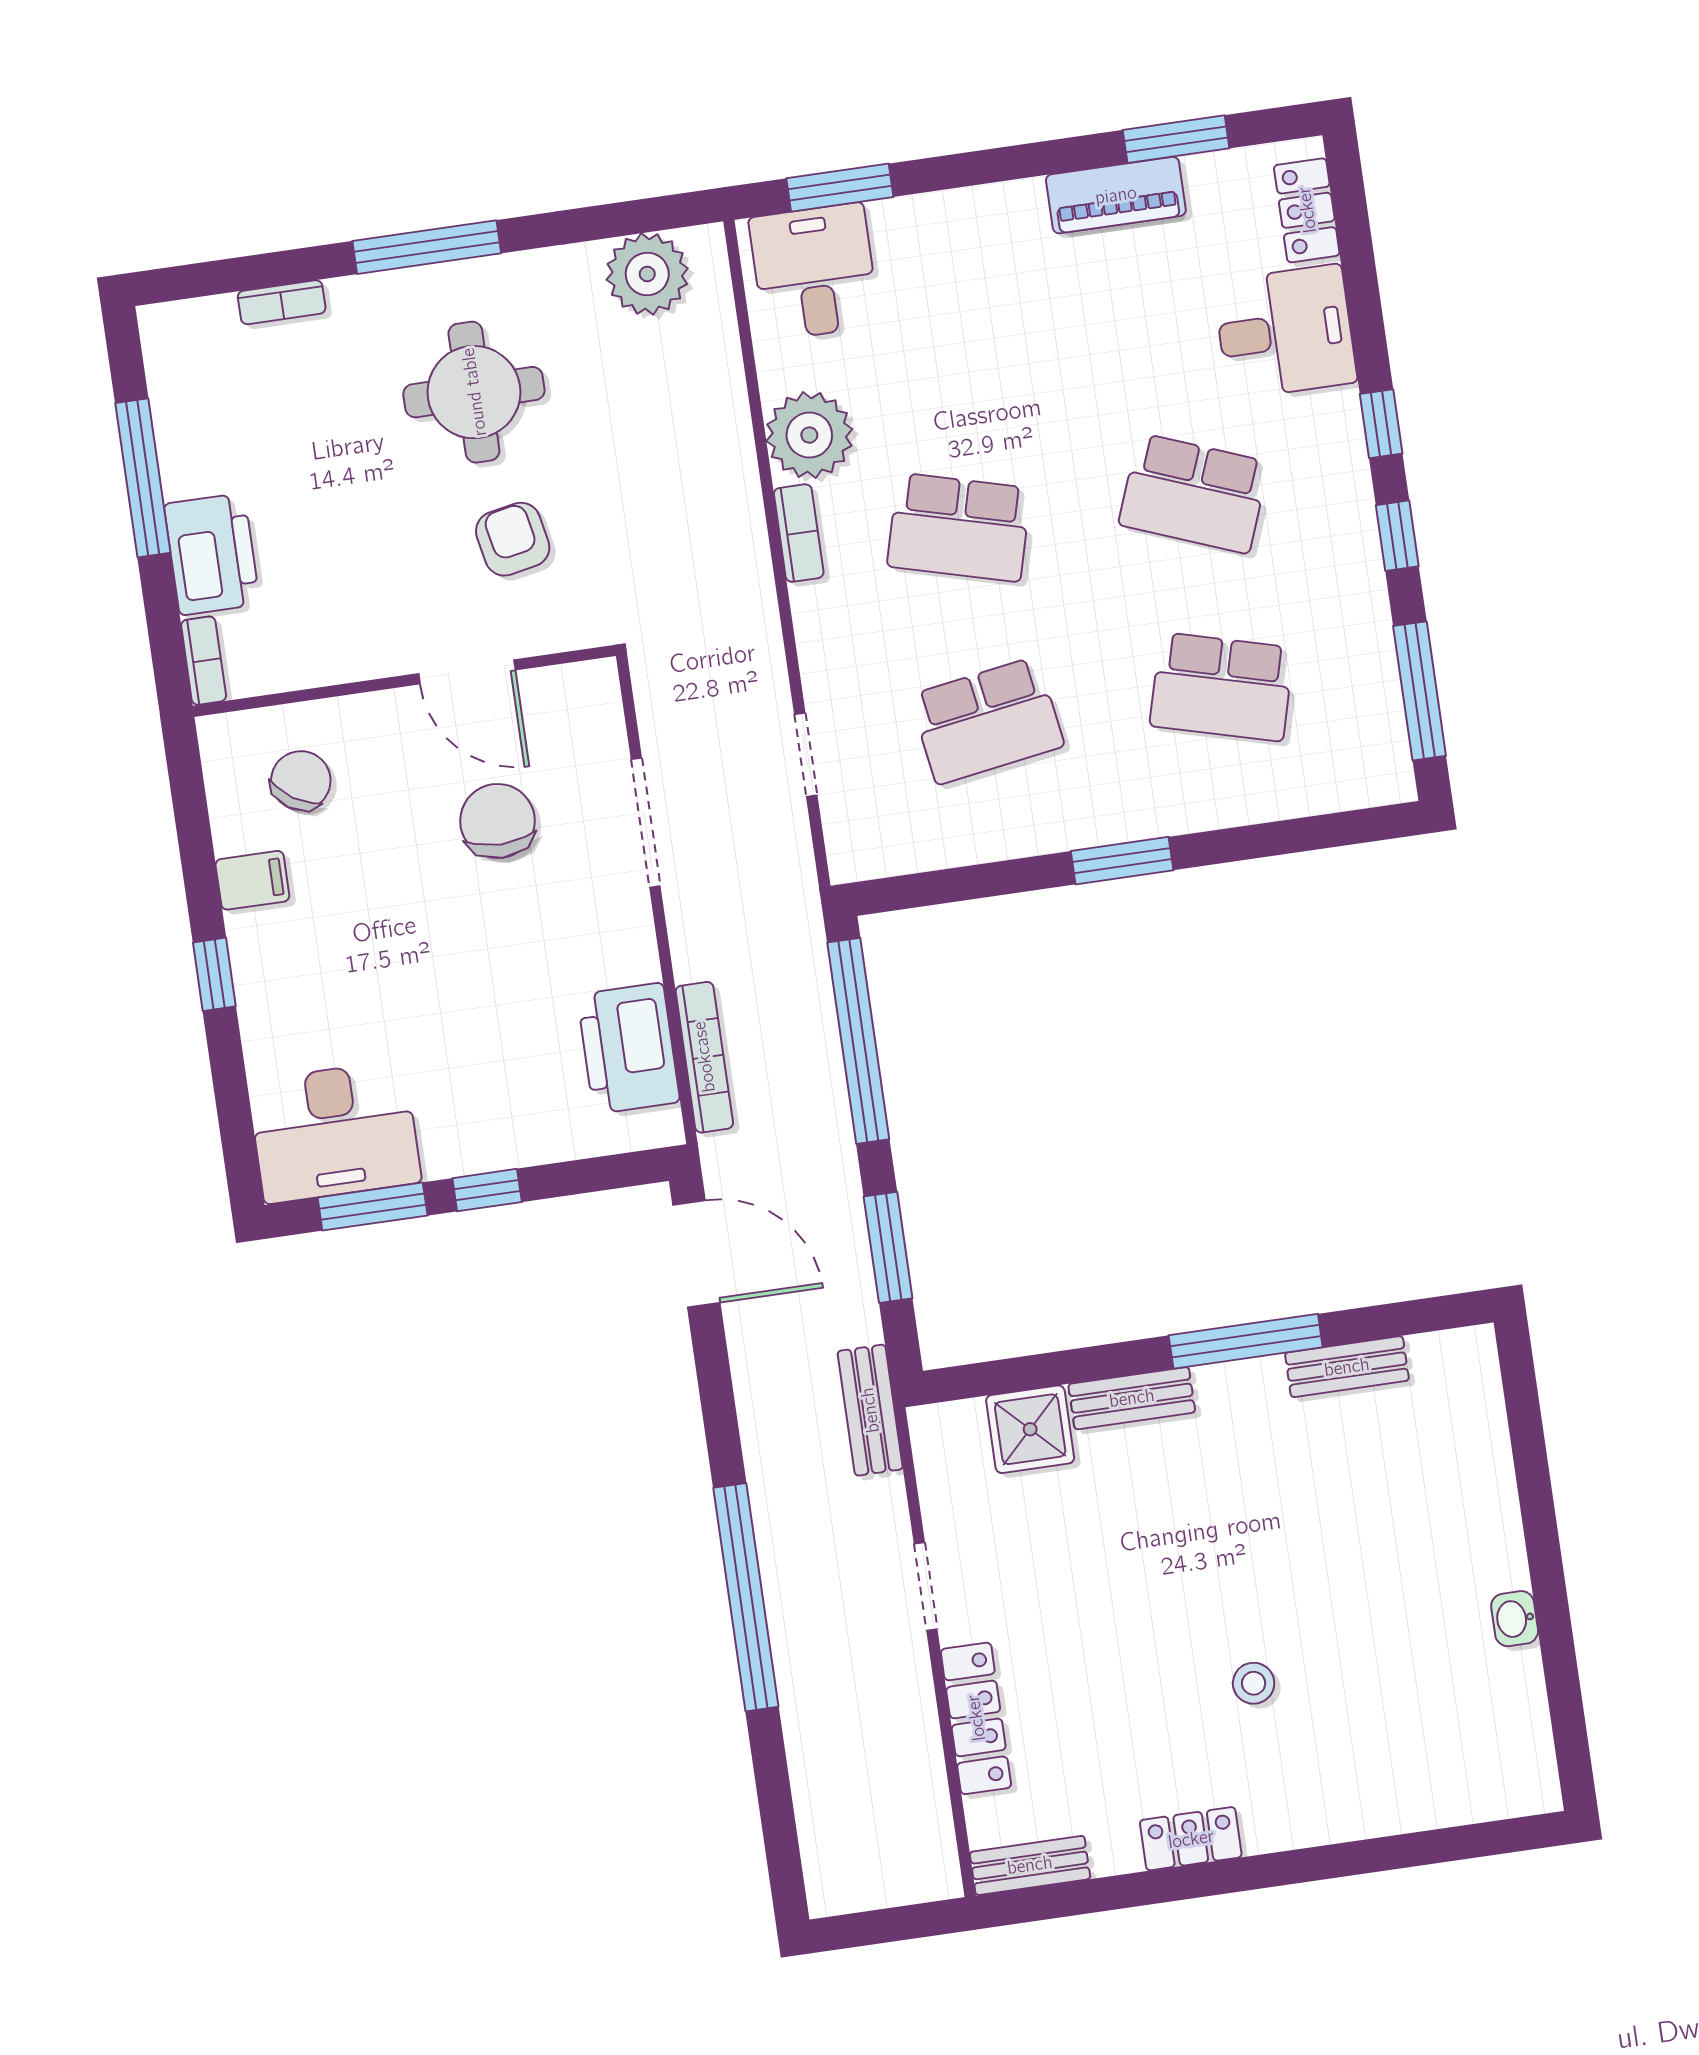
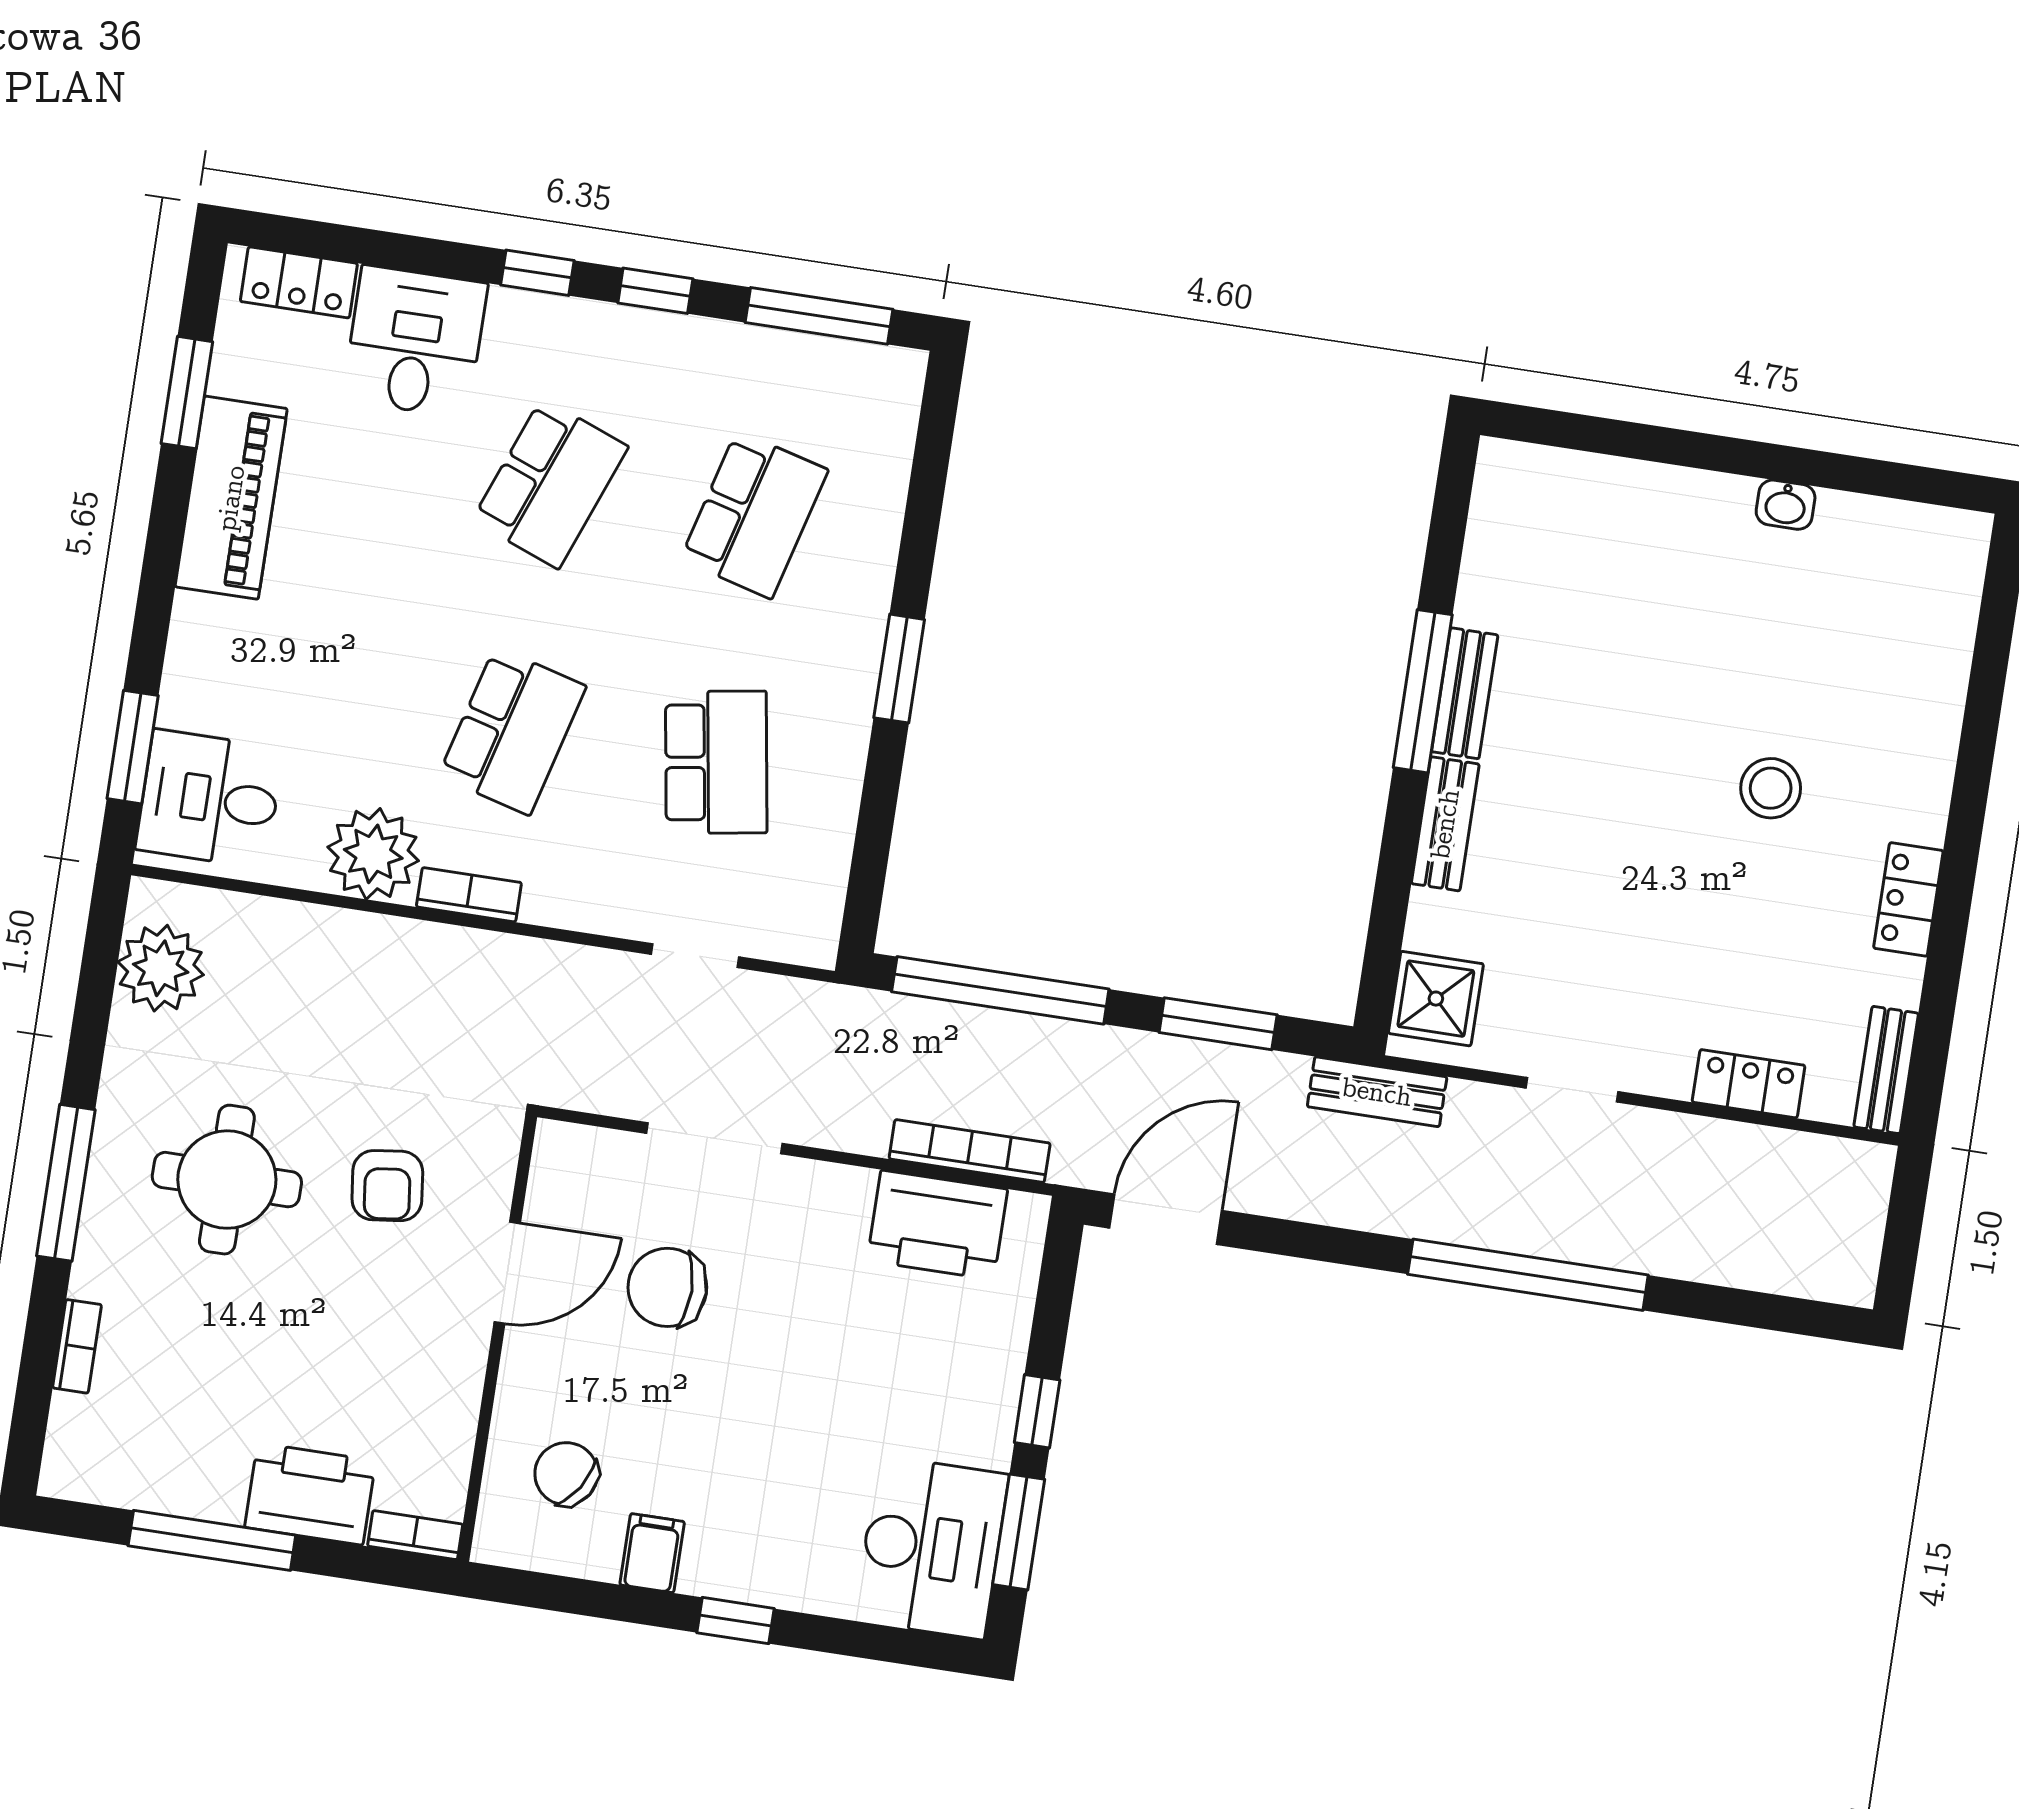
piano: (1116, 195) -> (231, 498), width x1.37, depth x1.33
armchair: (513, 539) -> (387, 1186), turned -86
bench: (1347, 1367) -> (1465, 693), moved
shower: (1030, 1429) -> (1436, 999), moved
stool: (1254, 1683) -> (1771, 788), width x1.37, depth x1.37
locker: (976, 1718) -> (1749, 1084), width x0.66

